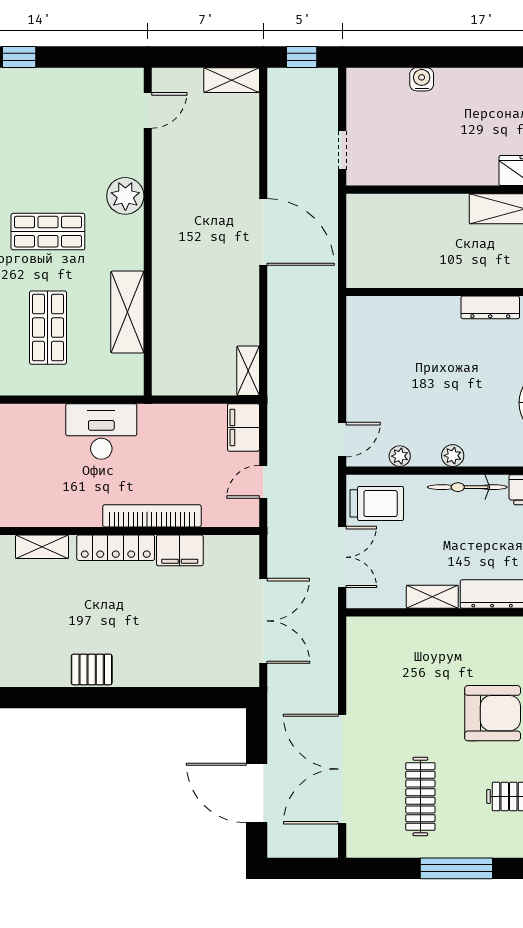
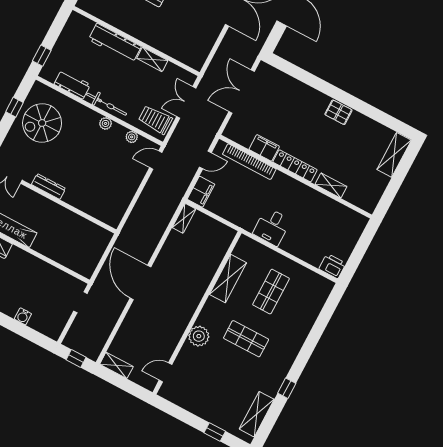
desk: (101, 431) -> (272, 227), width x0.73
bookcase: (152, 516) -> (249, 162), moved

